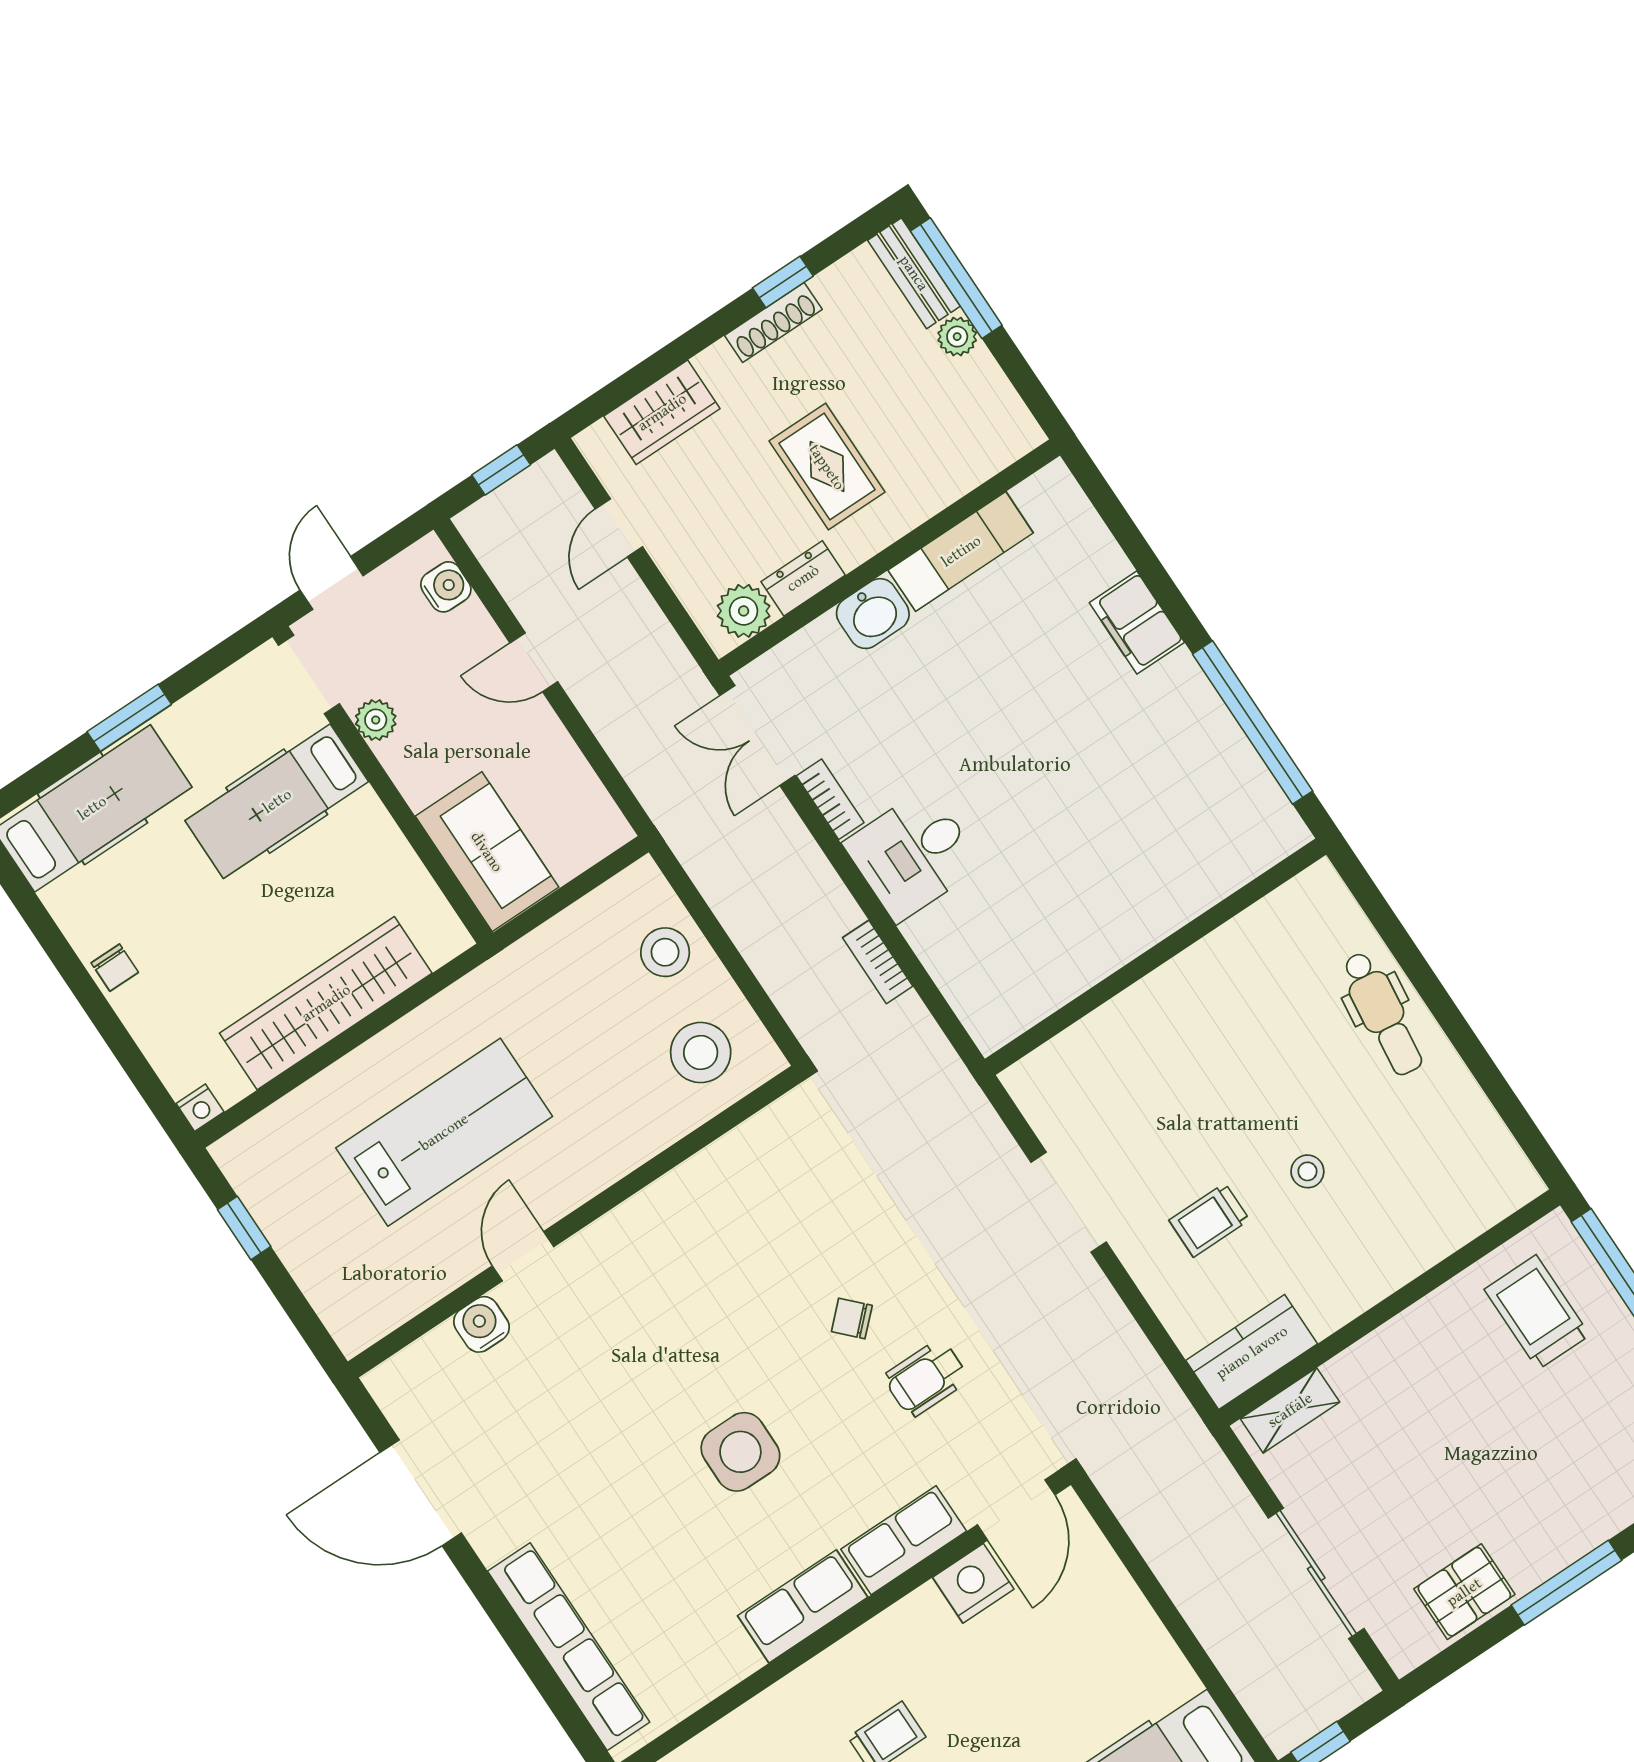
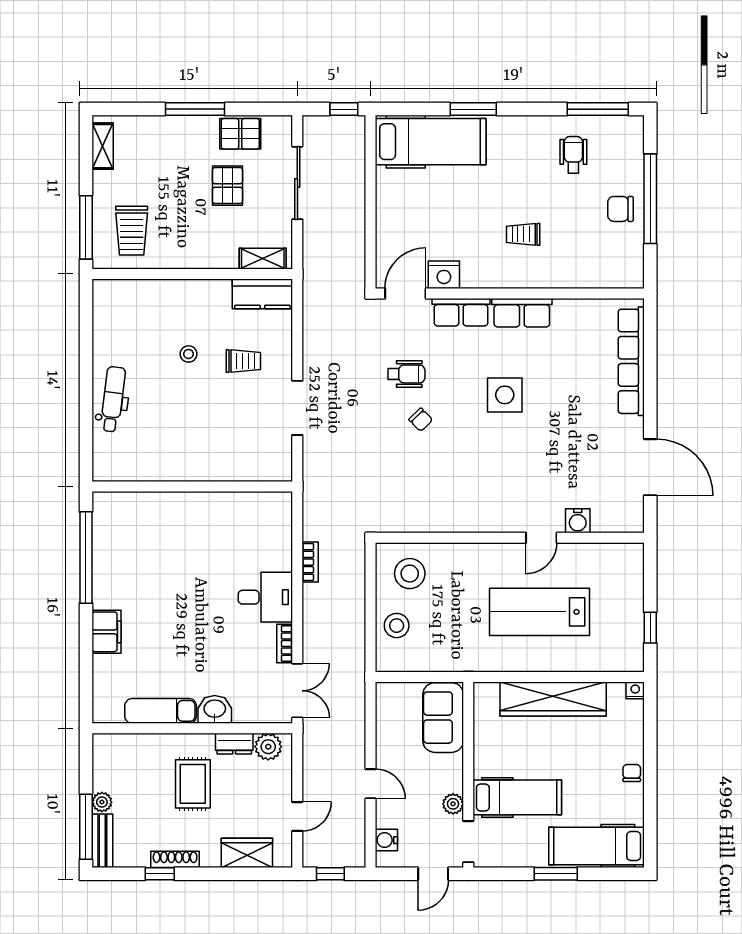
pallet: (1429, 1492) -> (227, 186), added

